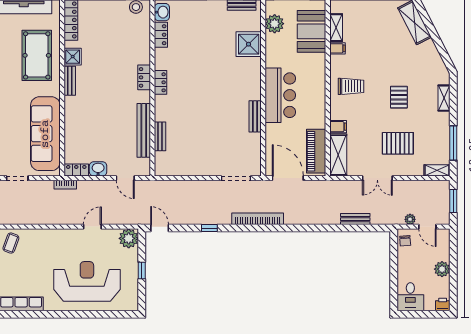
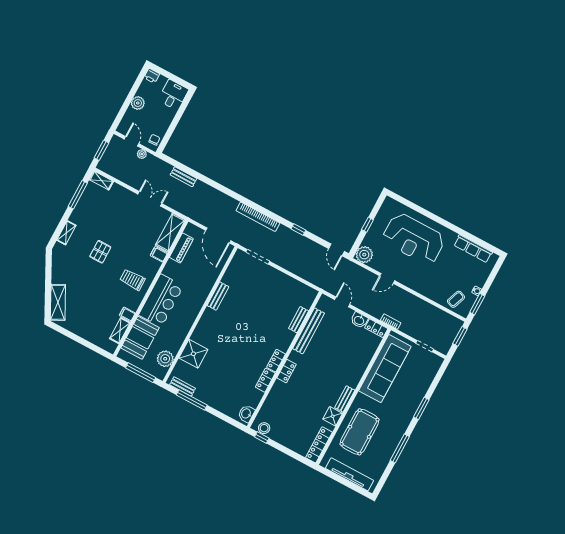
locker: (161, 35) -> (265, 380), moved
bar counter: (280, 95) -> (161, 300), moved, turned 180
pallet: (398, 143) -> (120, 217), removed
piano: (316, 151) -> (181, 248), width x0.73, depth x0.75

